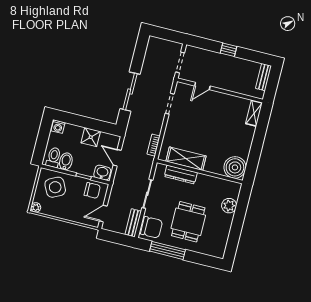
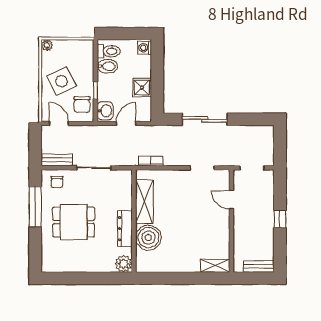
boiler: (235, 167) -> (148, 238), moved
dresser: (181, 175) -> (125, 229), moved
side table: (55, 187) -> (61, 81), moved
plant: (229, 206) -> (124, 264), moved
chair: (151, 227) -> (57, 182), width x0.54, depth x0.54

